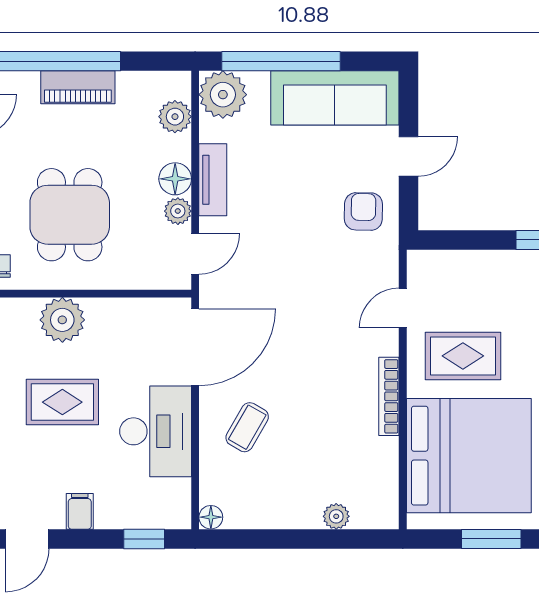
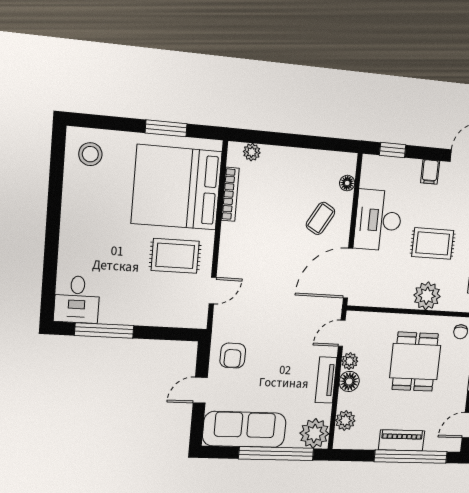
bookcase: (389, 396) -> (230, 194), moved
plant: (336, 516) -> (252, 152), moved
floor lamp: (211, 517) -> (347, 183), moved

